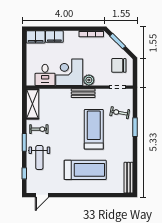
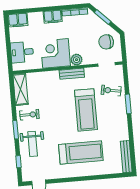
filing cabinet: (54, 37) -> (53, 17), moved
desk: (45, 75) -> (22, 52), moved, turned 90
treadmill: (94, 129) -> (86, 110), turned 180

